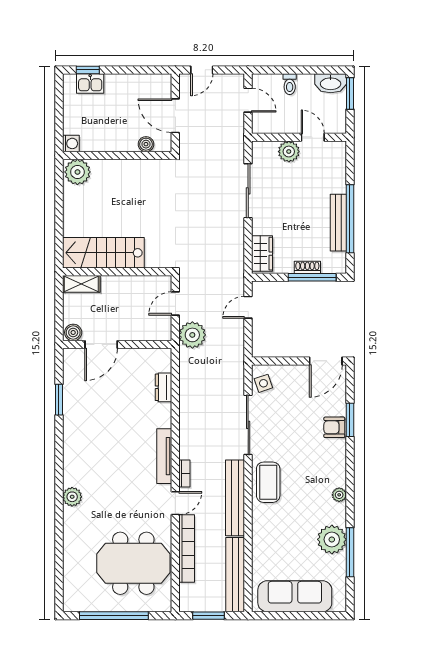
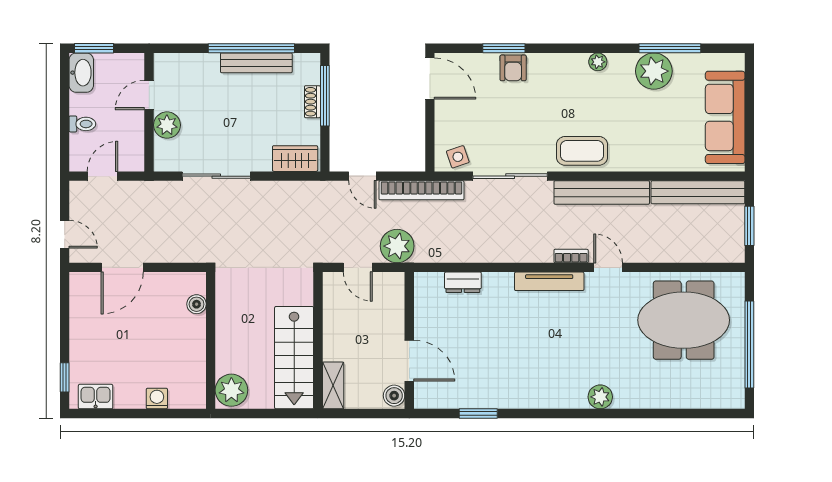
kitchen sink: (90, 83) -> (96, 397), moved, turned -90
boiler: (146, 144) -> (197, 304), moved
wall: (117, 155) -> (211, 340), moved
plant: (77, 172) -> (231, 390), moved
bookcase: (187, 549) -> (421, 190), moved, turned 180
meeting table: (133, 563) -> (684, 320), turned 90

